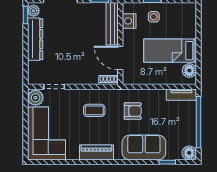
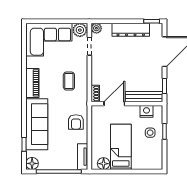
plant: (33, 11) -> (96, 28), moved
armchair: (133, 111) -> (76, 122), moved
sofa: (144, 147) -> (37, 124), width x1.36

